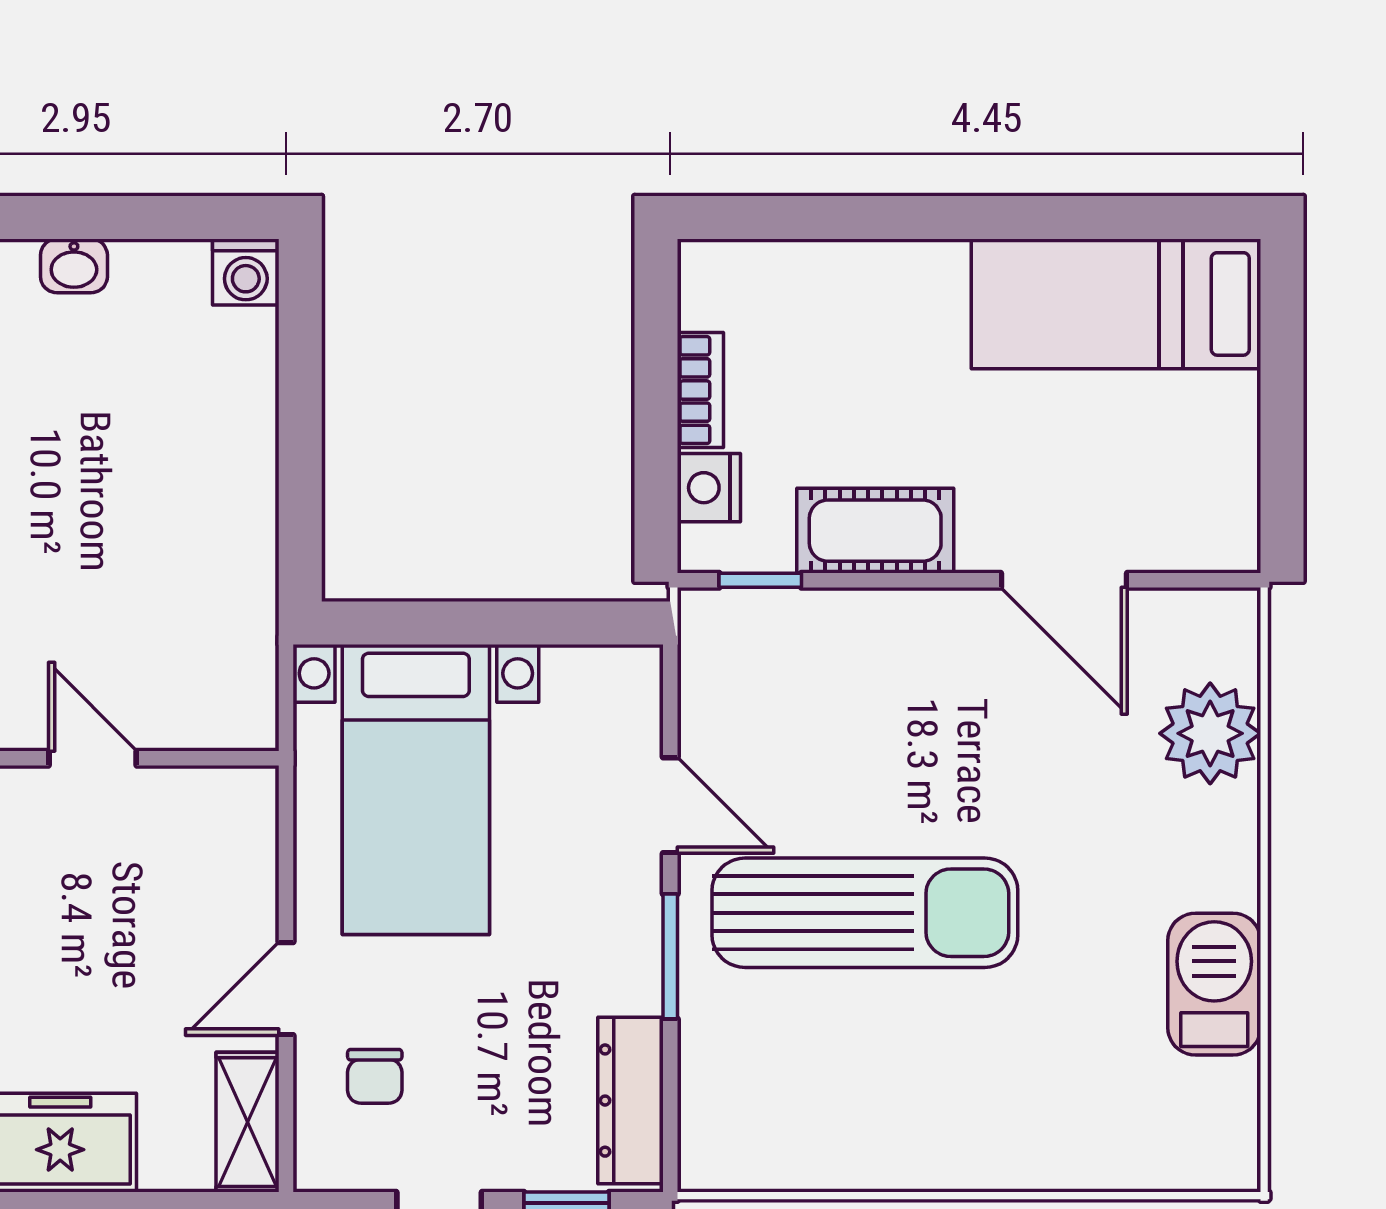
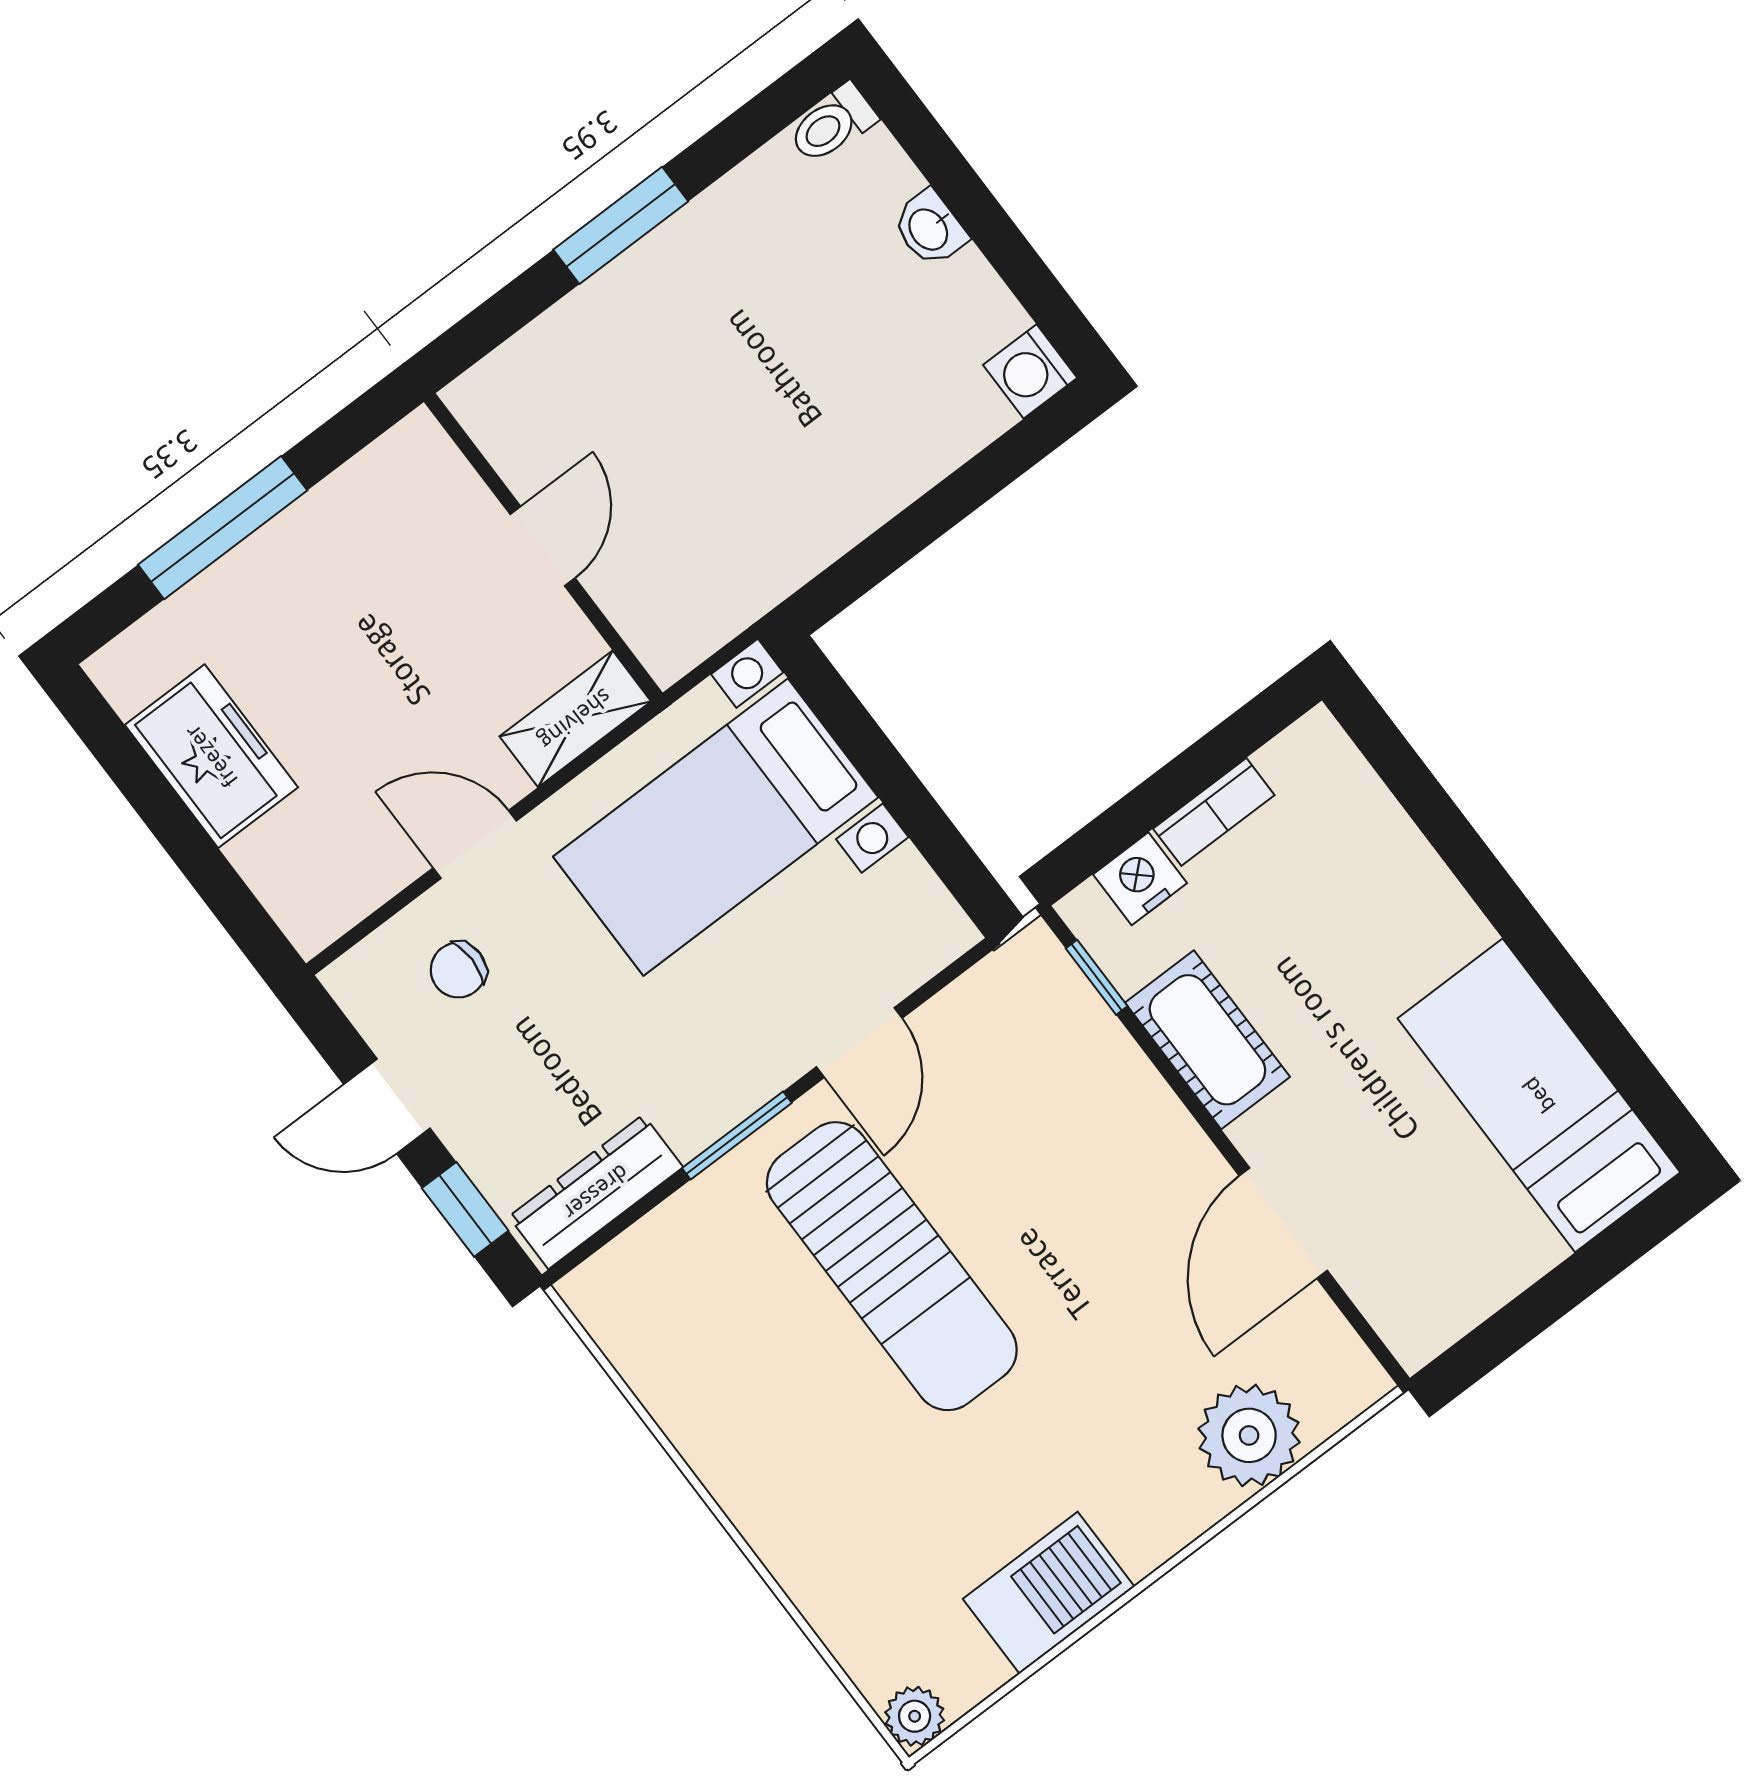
shelving: (247, 1122) -> (575, 719), moved
plant: (1231, 1163) -> (915, 1716), added

